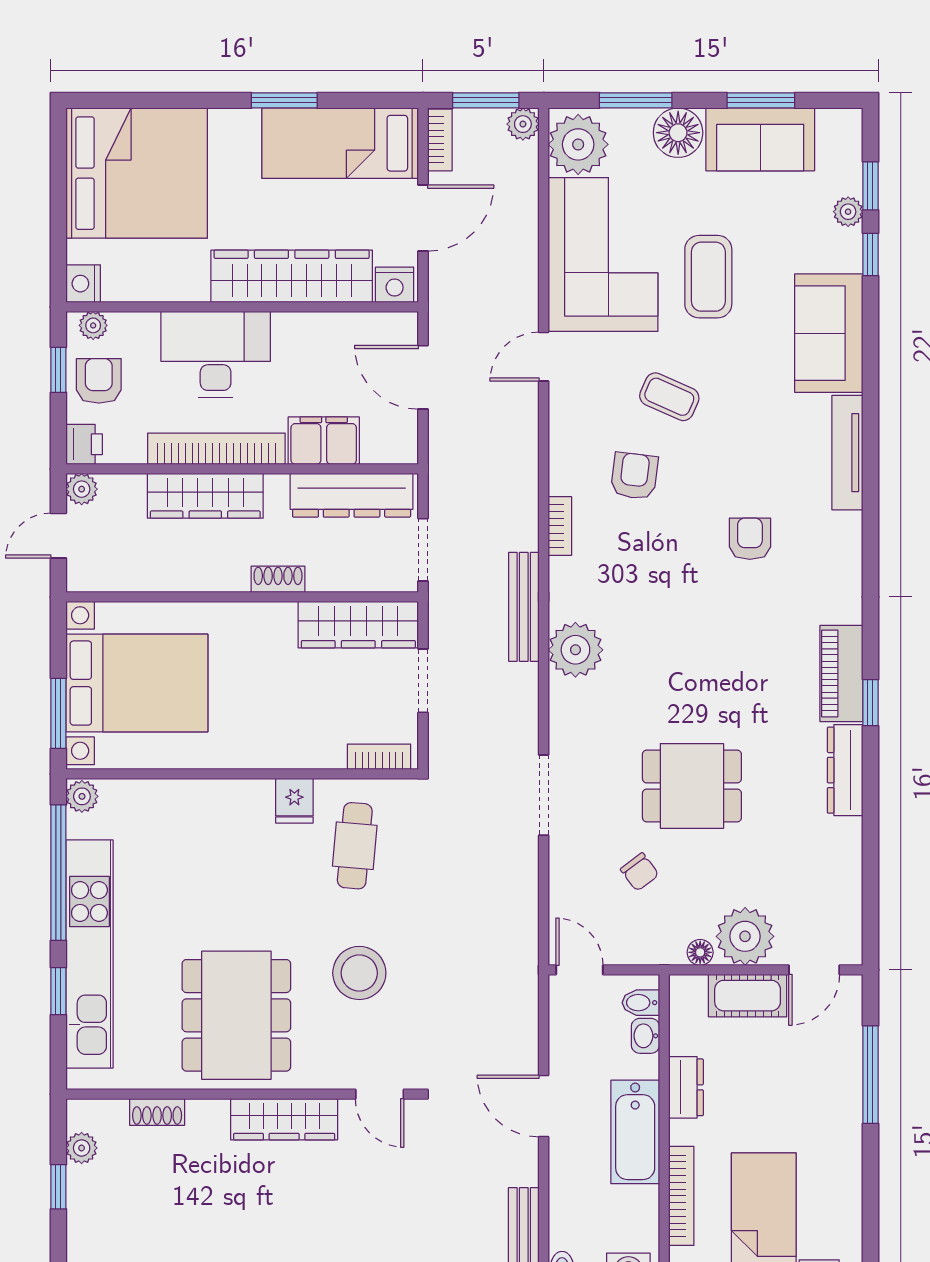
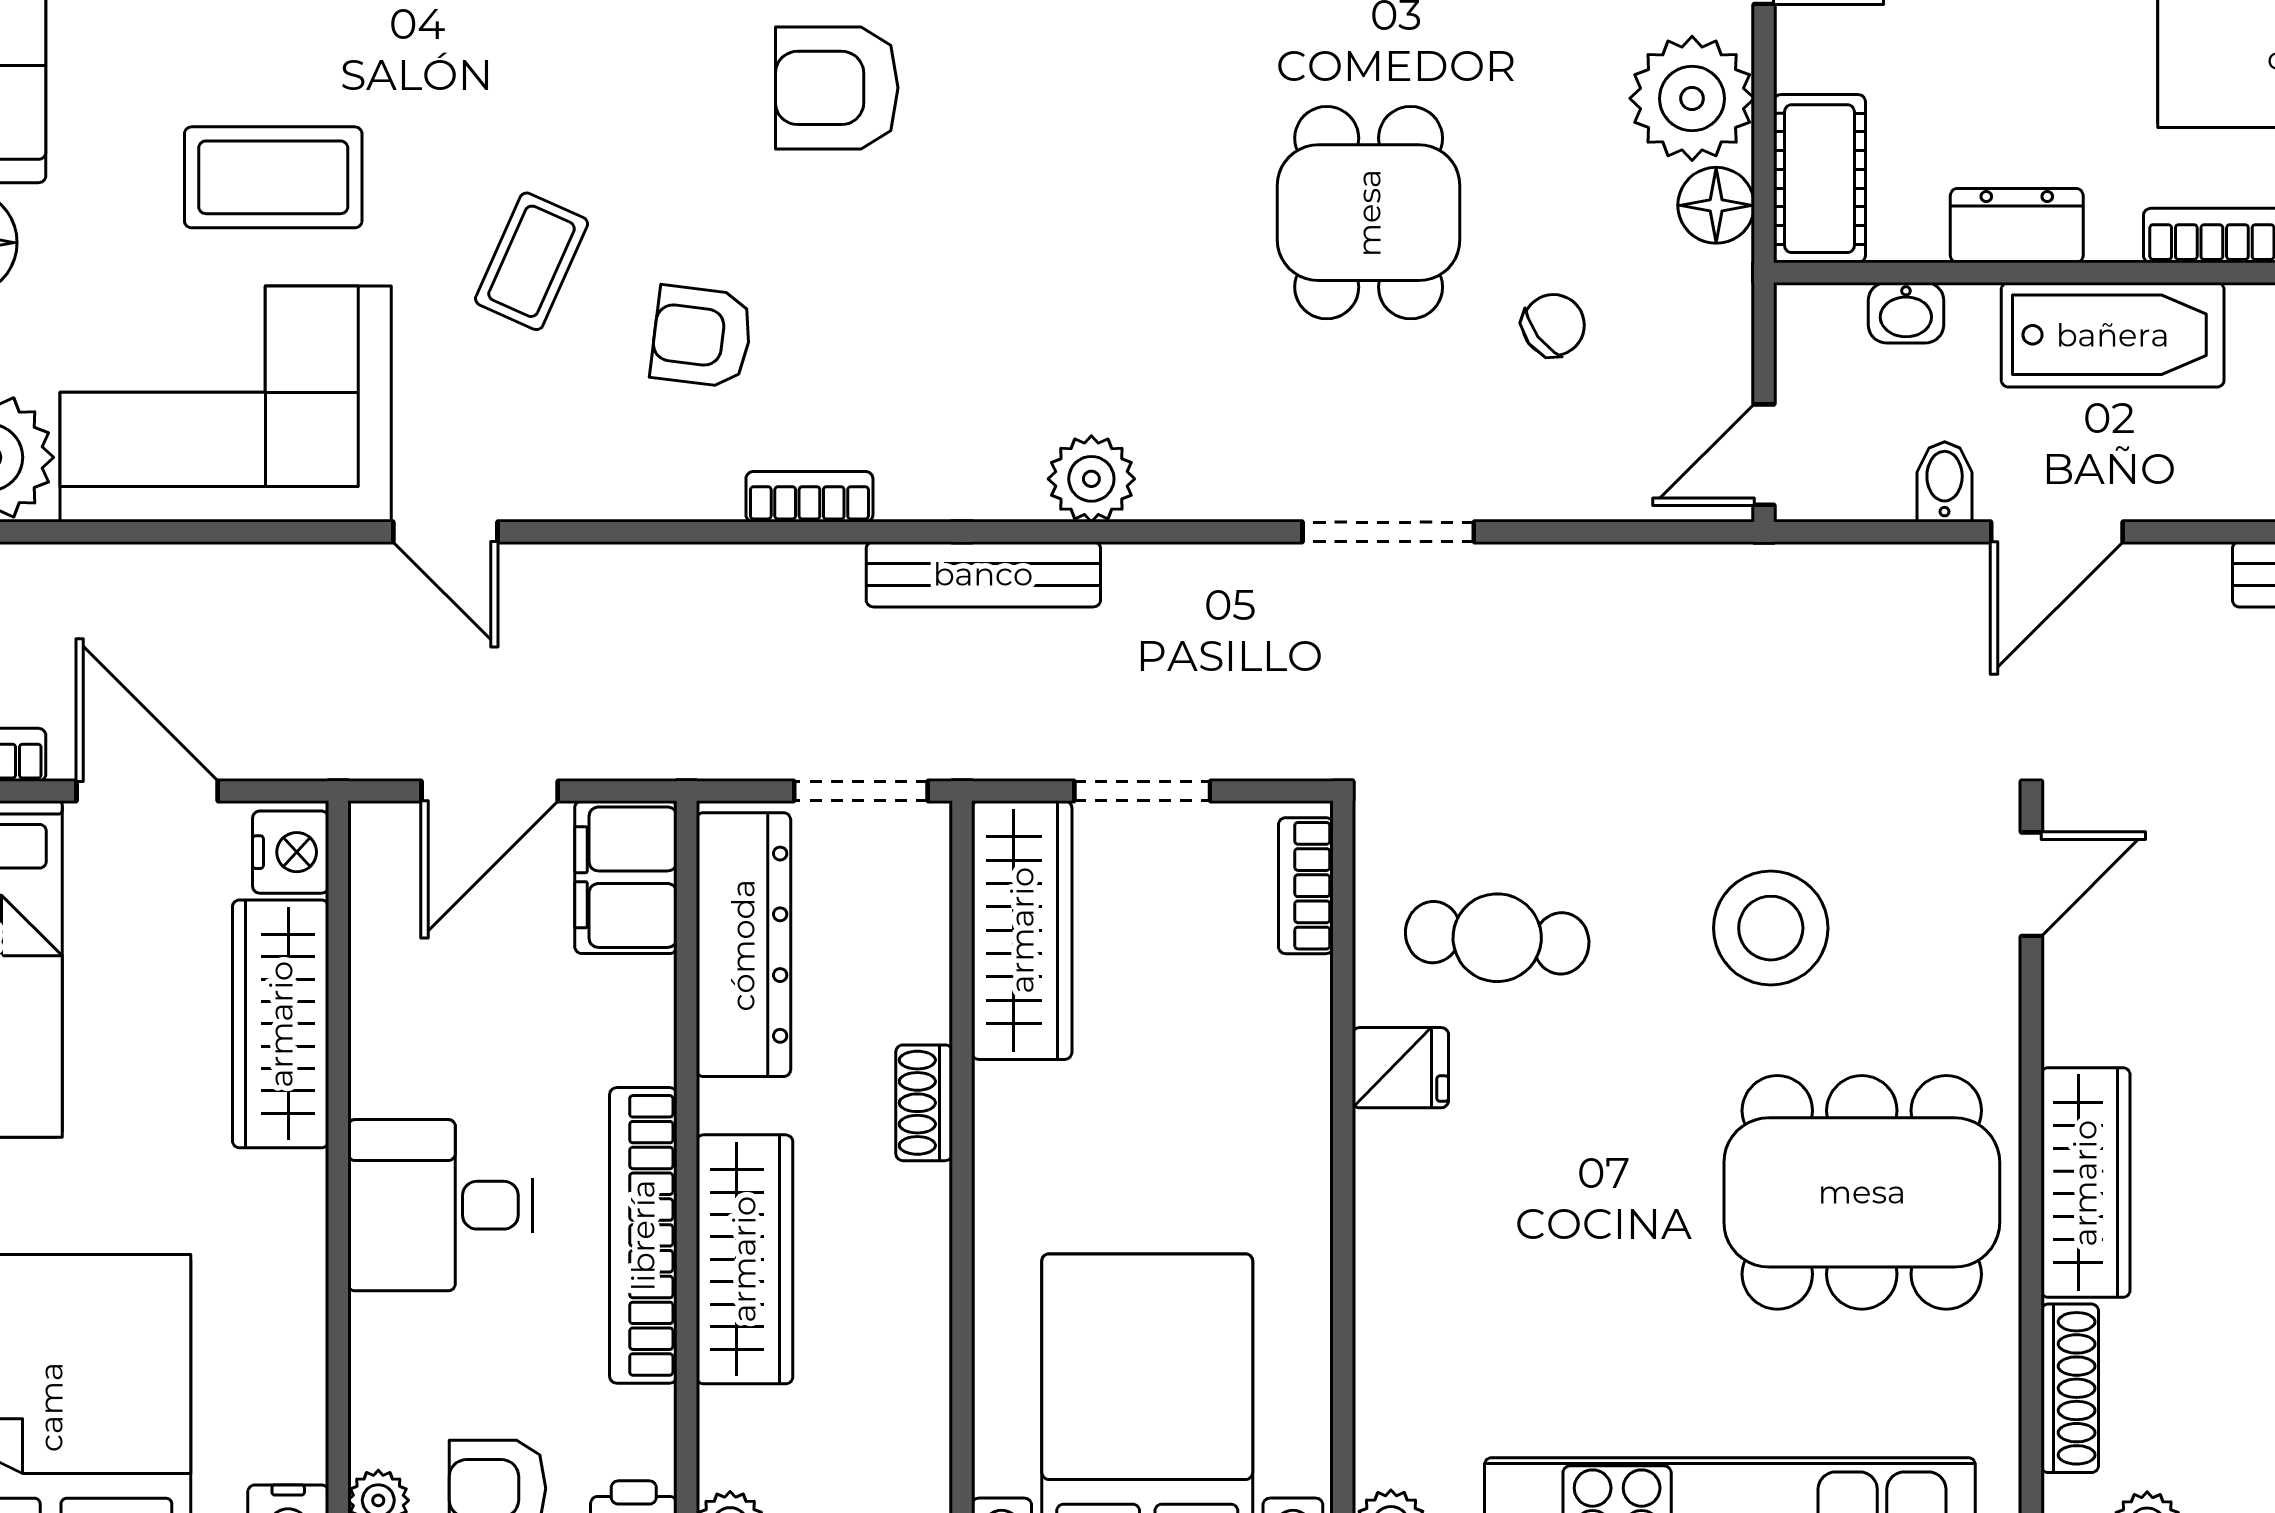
wardrobe: (292, 276) -> (281, 1024), width x0.71, depth x0.85
desk: (216, 354) -> (440, 1205), width x0.73
filing cabinet: (324, 441) -> (626, 877), moved
armchair: (750, 539) -> (837, 88), width x1.38, depth x1.38
plant: (575, 650) -> (1091, 479), width x0.73, depth x0.73
floor lamp: (700, 952) -> (1716, 205), width x1.37, depth x1.37
cot: (748, 996) -> (1819, 179), moved
bidet: (641, 1003) -> (1945, 482), moved, turned 180
shoe rack: (157, 1112) -> (2070, 1388), width x1.43
wardrobe: (284, 1119) -> (2085, 1183), moved

